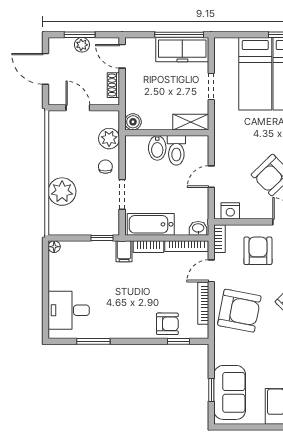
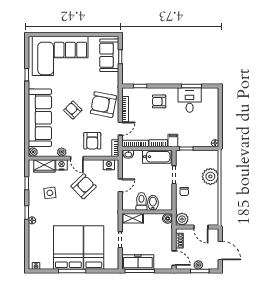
plant: (109, 139) -> (182, 219), moved
desk: (69, 310) -> (190, 100), moved, turned -90
armchair: (167, 324) -> (159, 101), moved

